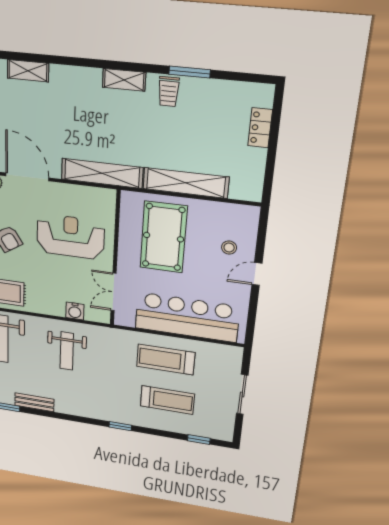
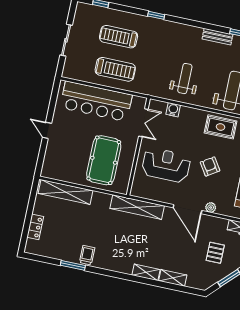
shelving: (124, 80) -> (146, 272), moved
shelving: (186, 183) -> (66, 192), moved
reception desk: (70, 237) -> (166, 165), turned 180
stool: (229, 248) -> (63, 150), removed
door: (257, 274) -> (47, 130), swing flipped

